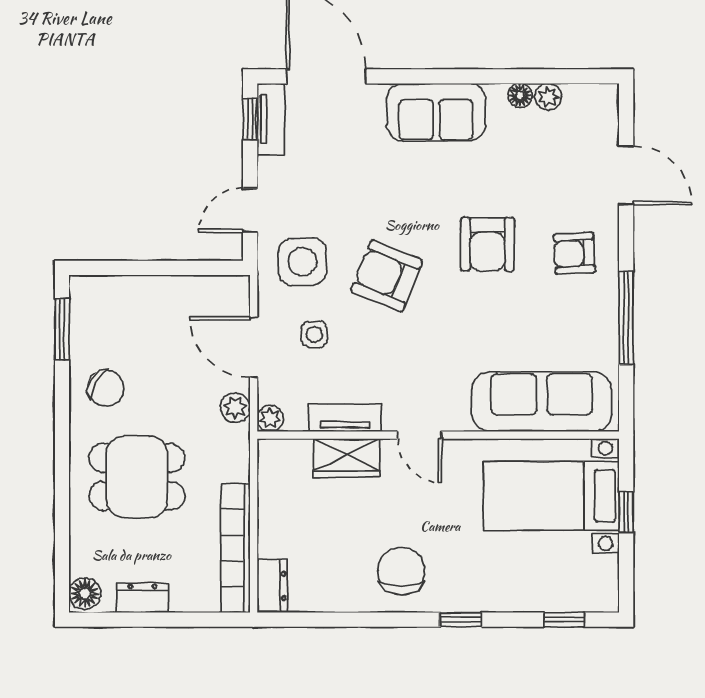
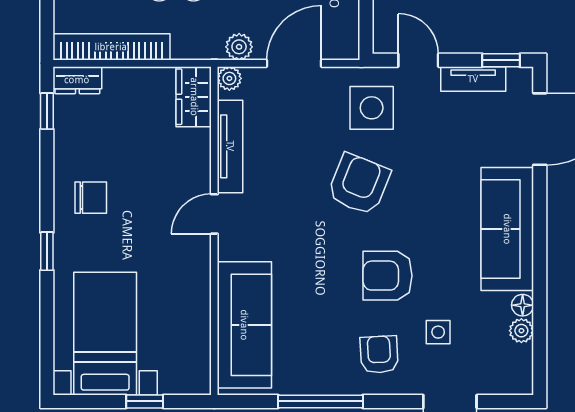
sofa: (436, 112) -> (507, 229), width x1.36
tv unit: (271, 119) -> (473, 79), moved
side table: (314, 334) -> (438, 332), moved
tv unit: (345, 418) -> (230, 146), width x1.41
wardrobe: (347, 458) -> (194, 97), moved
bed with nightstands: (551, 496) -> (105, 334), moved
chair: (401, 571) -> (91, 198), width x0.73, depth x0.73
window: (564, 620) -> (47, 111), moved

